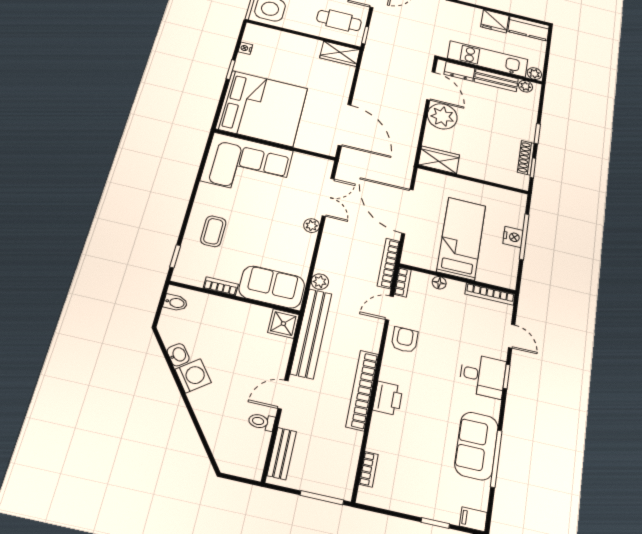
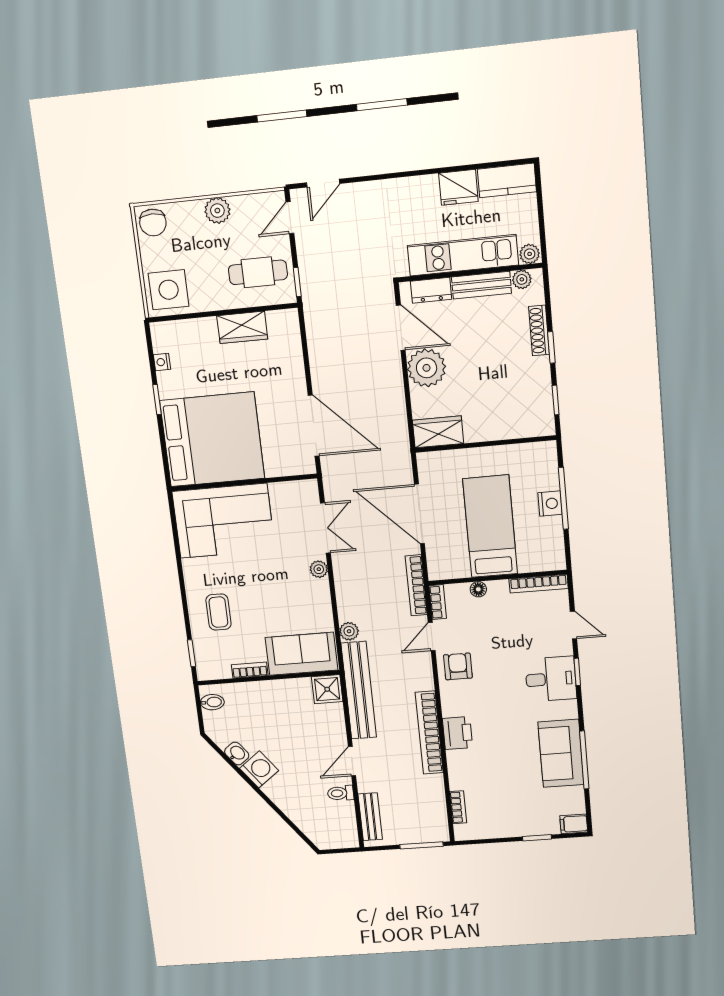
wardrobe: (340, 54) -> (242, 327), moved
shoe rack: (526, 158) -> (539, 330), moved

